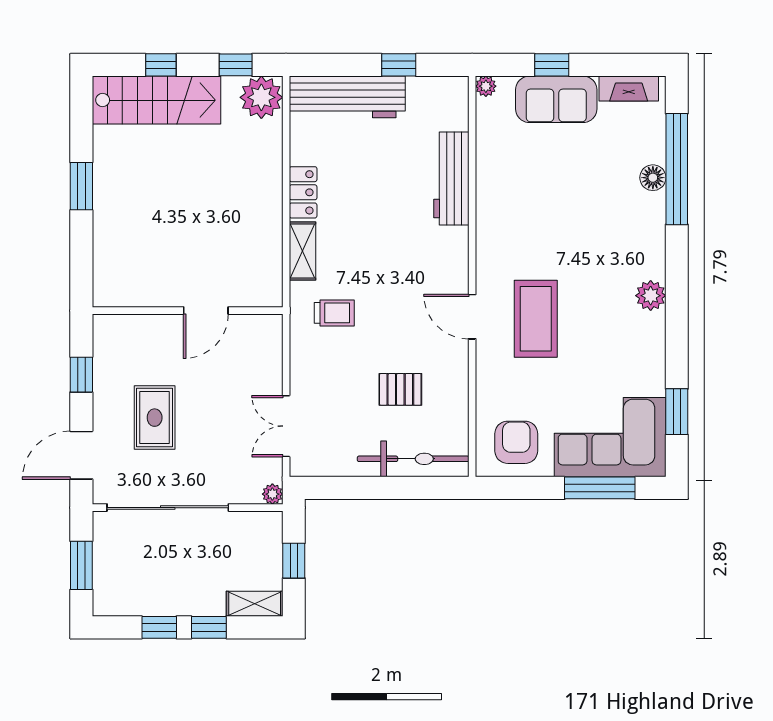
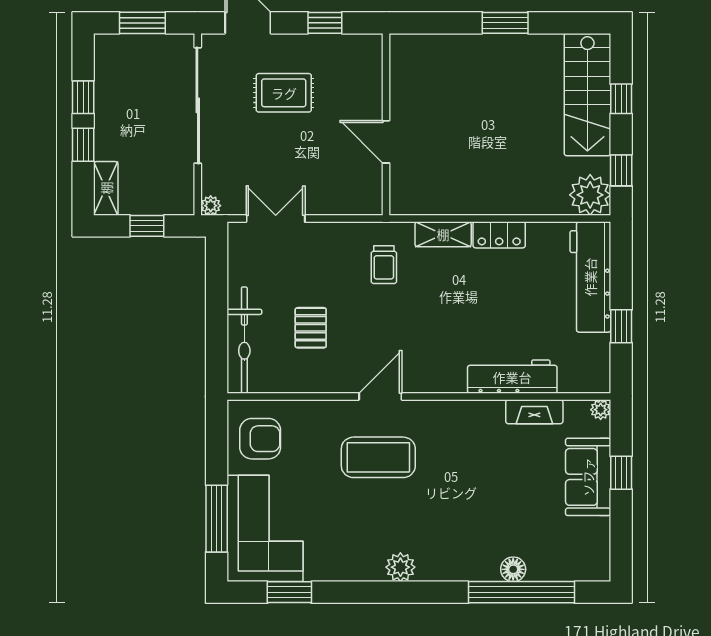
fireplace: (629, 89) -> (534, 412), moved, turned -90

